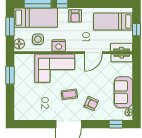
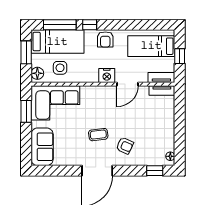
nightstand: (59, 46) -> (107, 75), moved
corner sofa: (55, 68) -> (55, 103), moved
sofa: (123, 92) -> (42, 147), moved, turned 180

